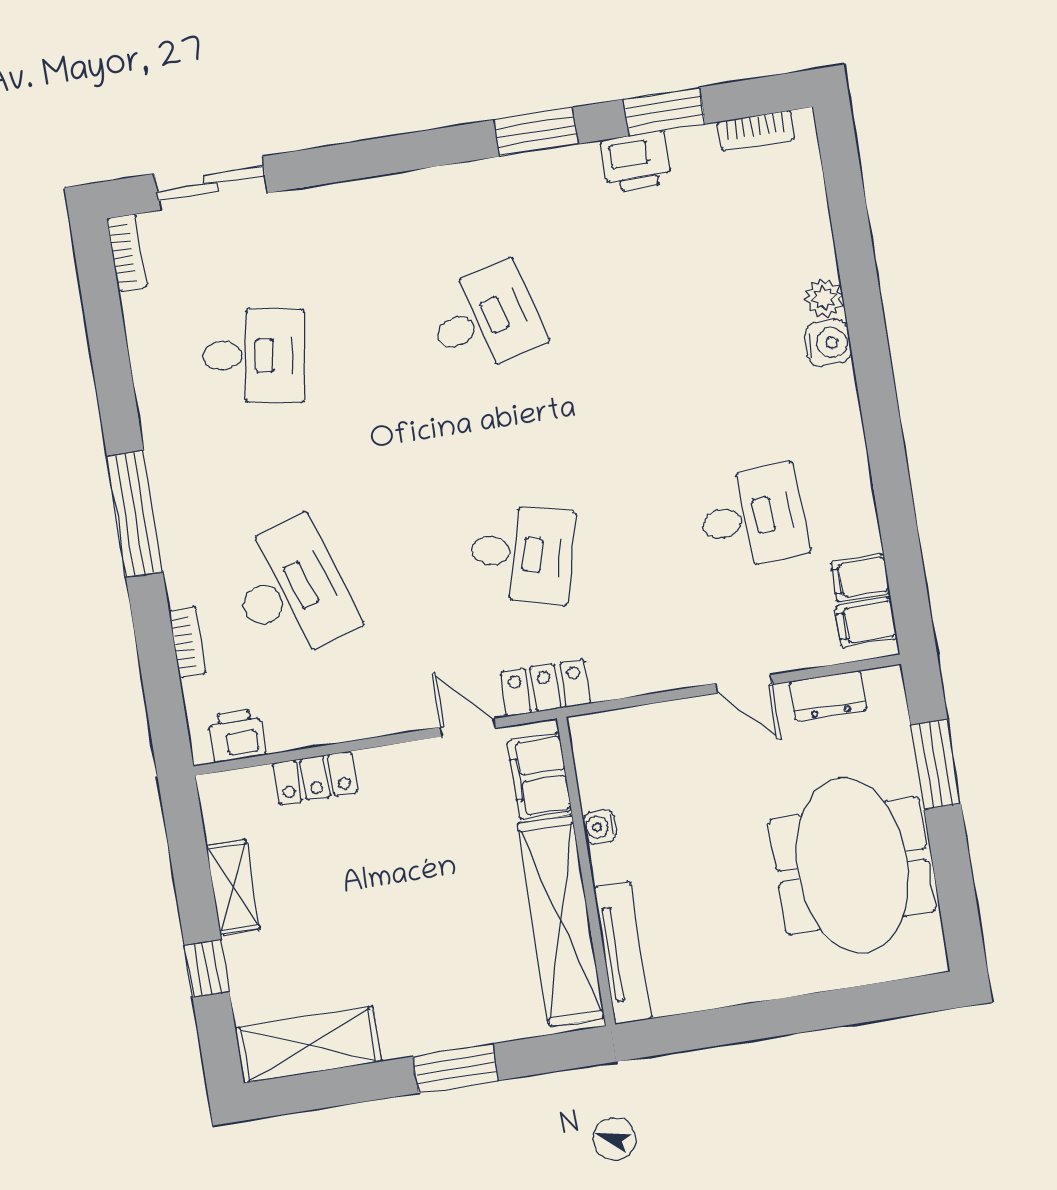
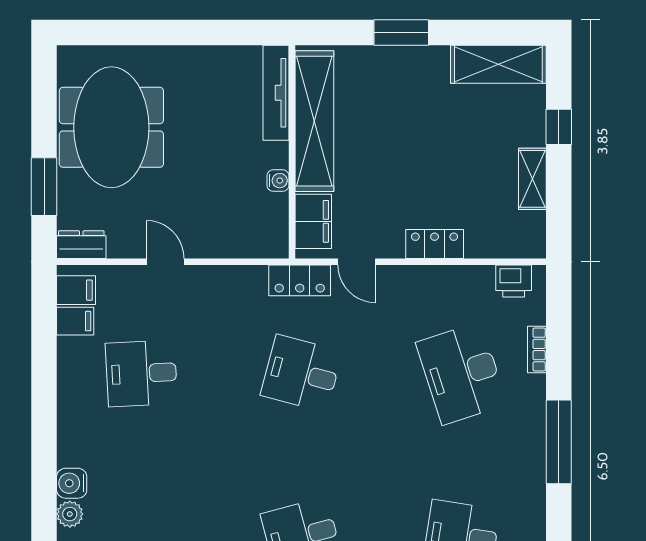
dresser: (828, 696) -> (81, 245), moved
locker: (315, 778) -> (435, 244), moved

